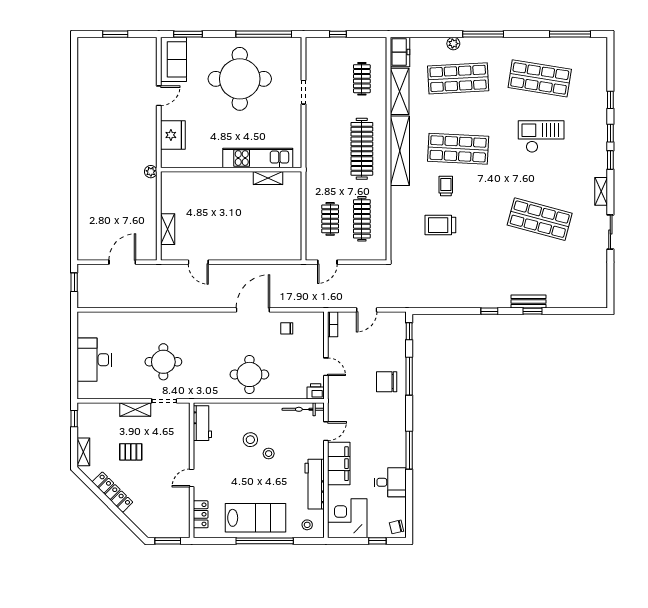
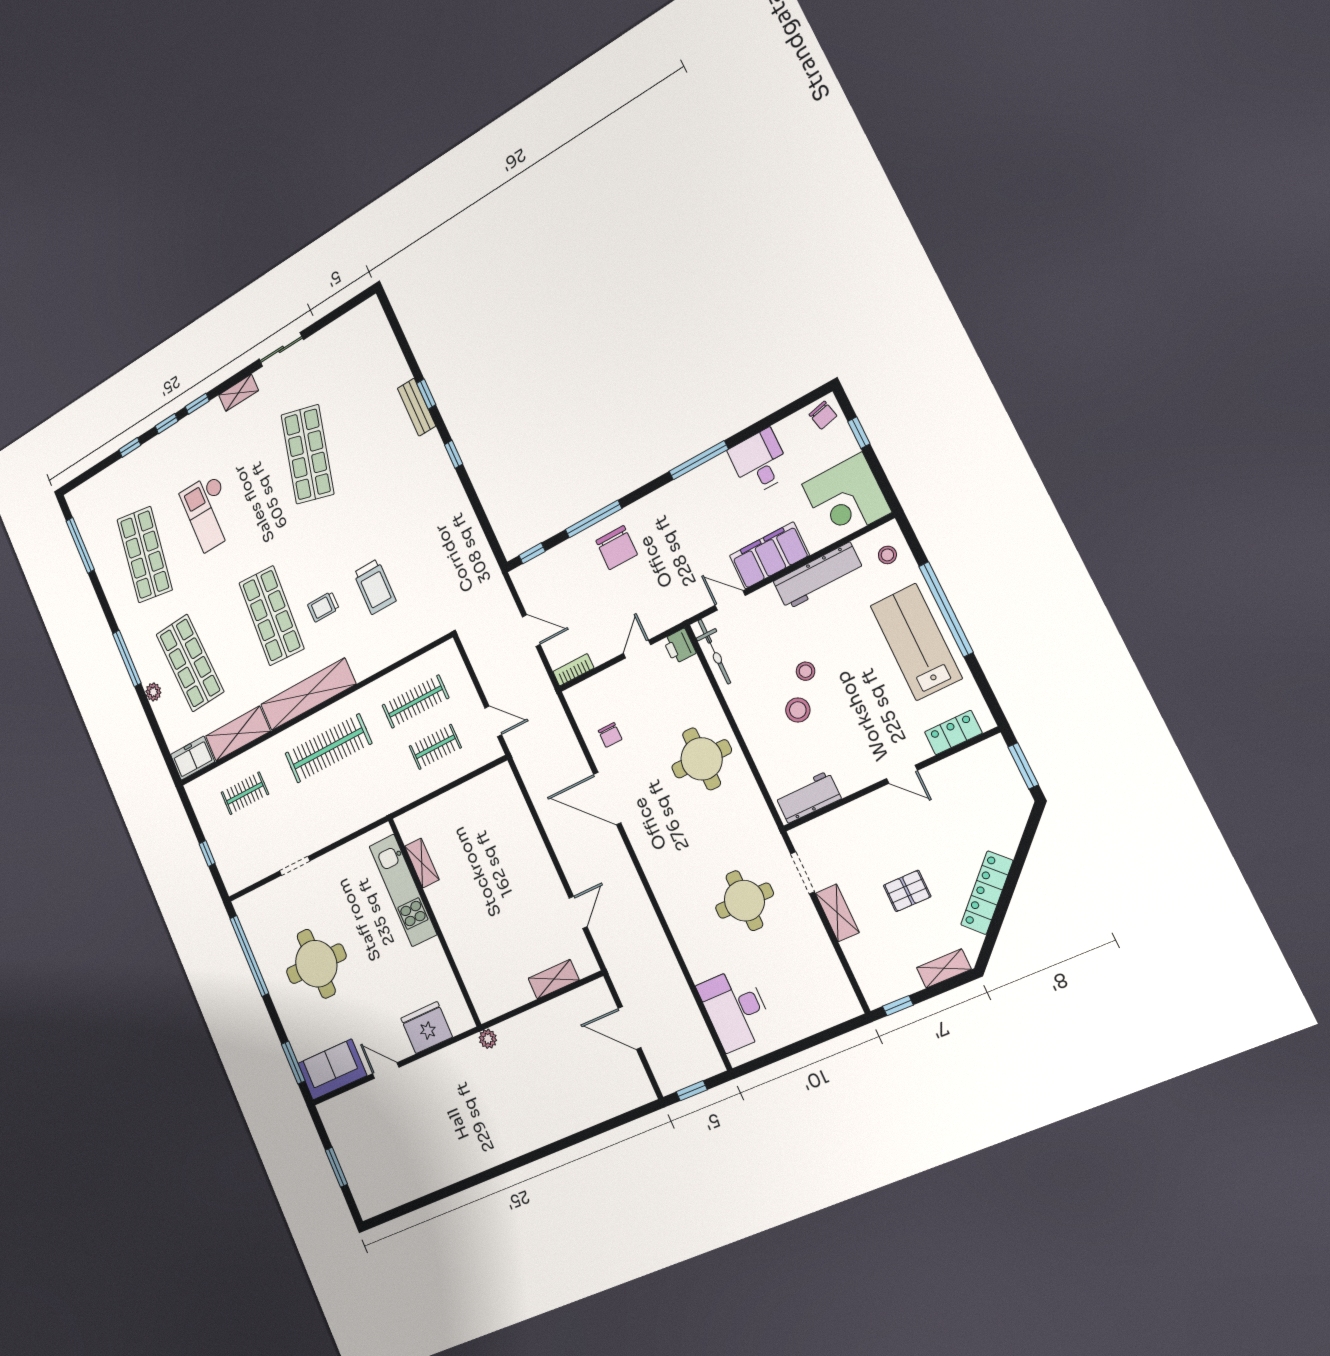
round table: (240, 79) -> (316, 964), width x0.73, depth x0.73
desk: (94, 360) -> (736, 1009), moved, turned 90
pallet: (131, 452) -> (907, 891), turned 90

